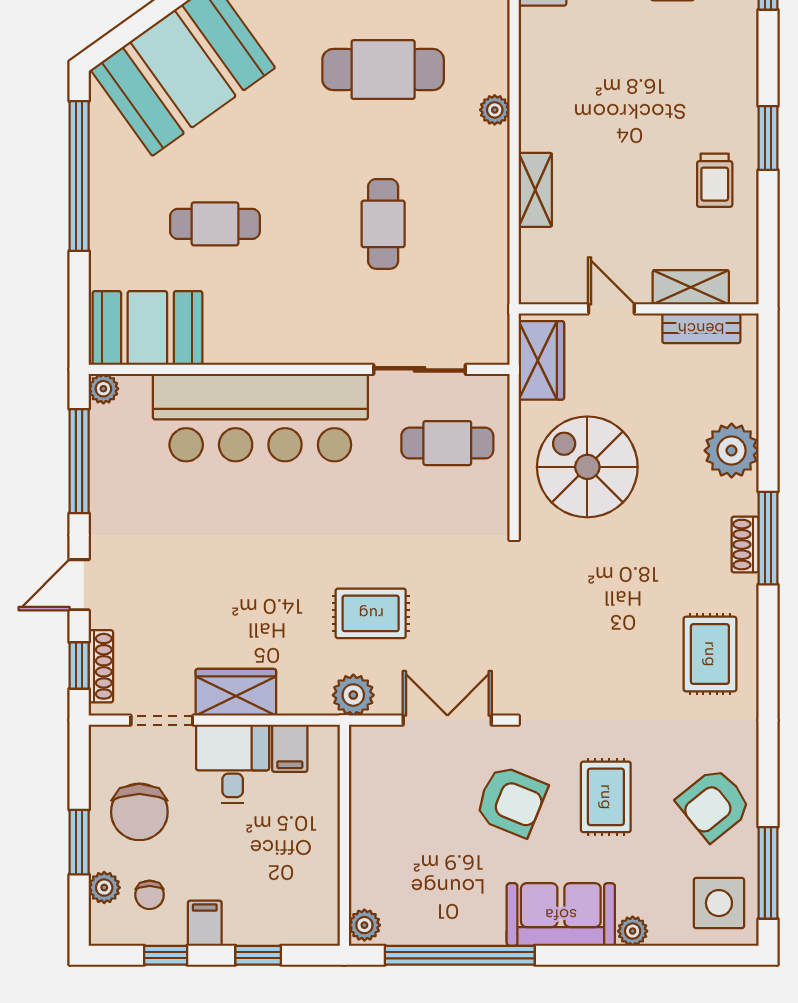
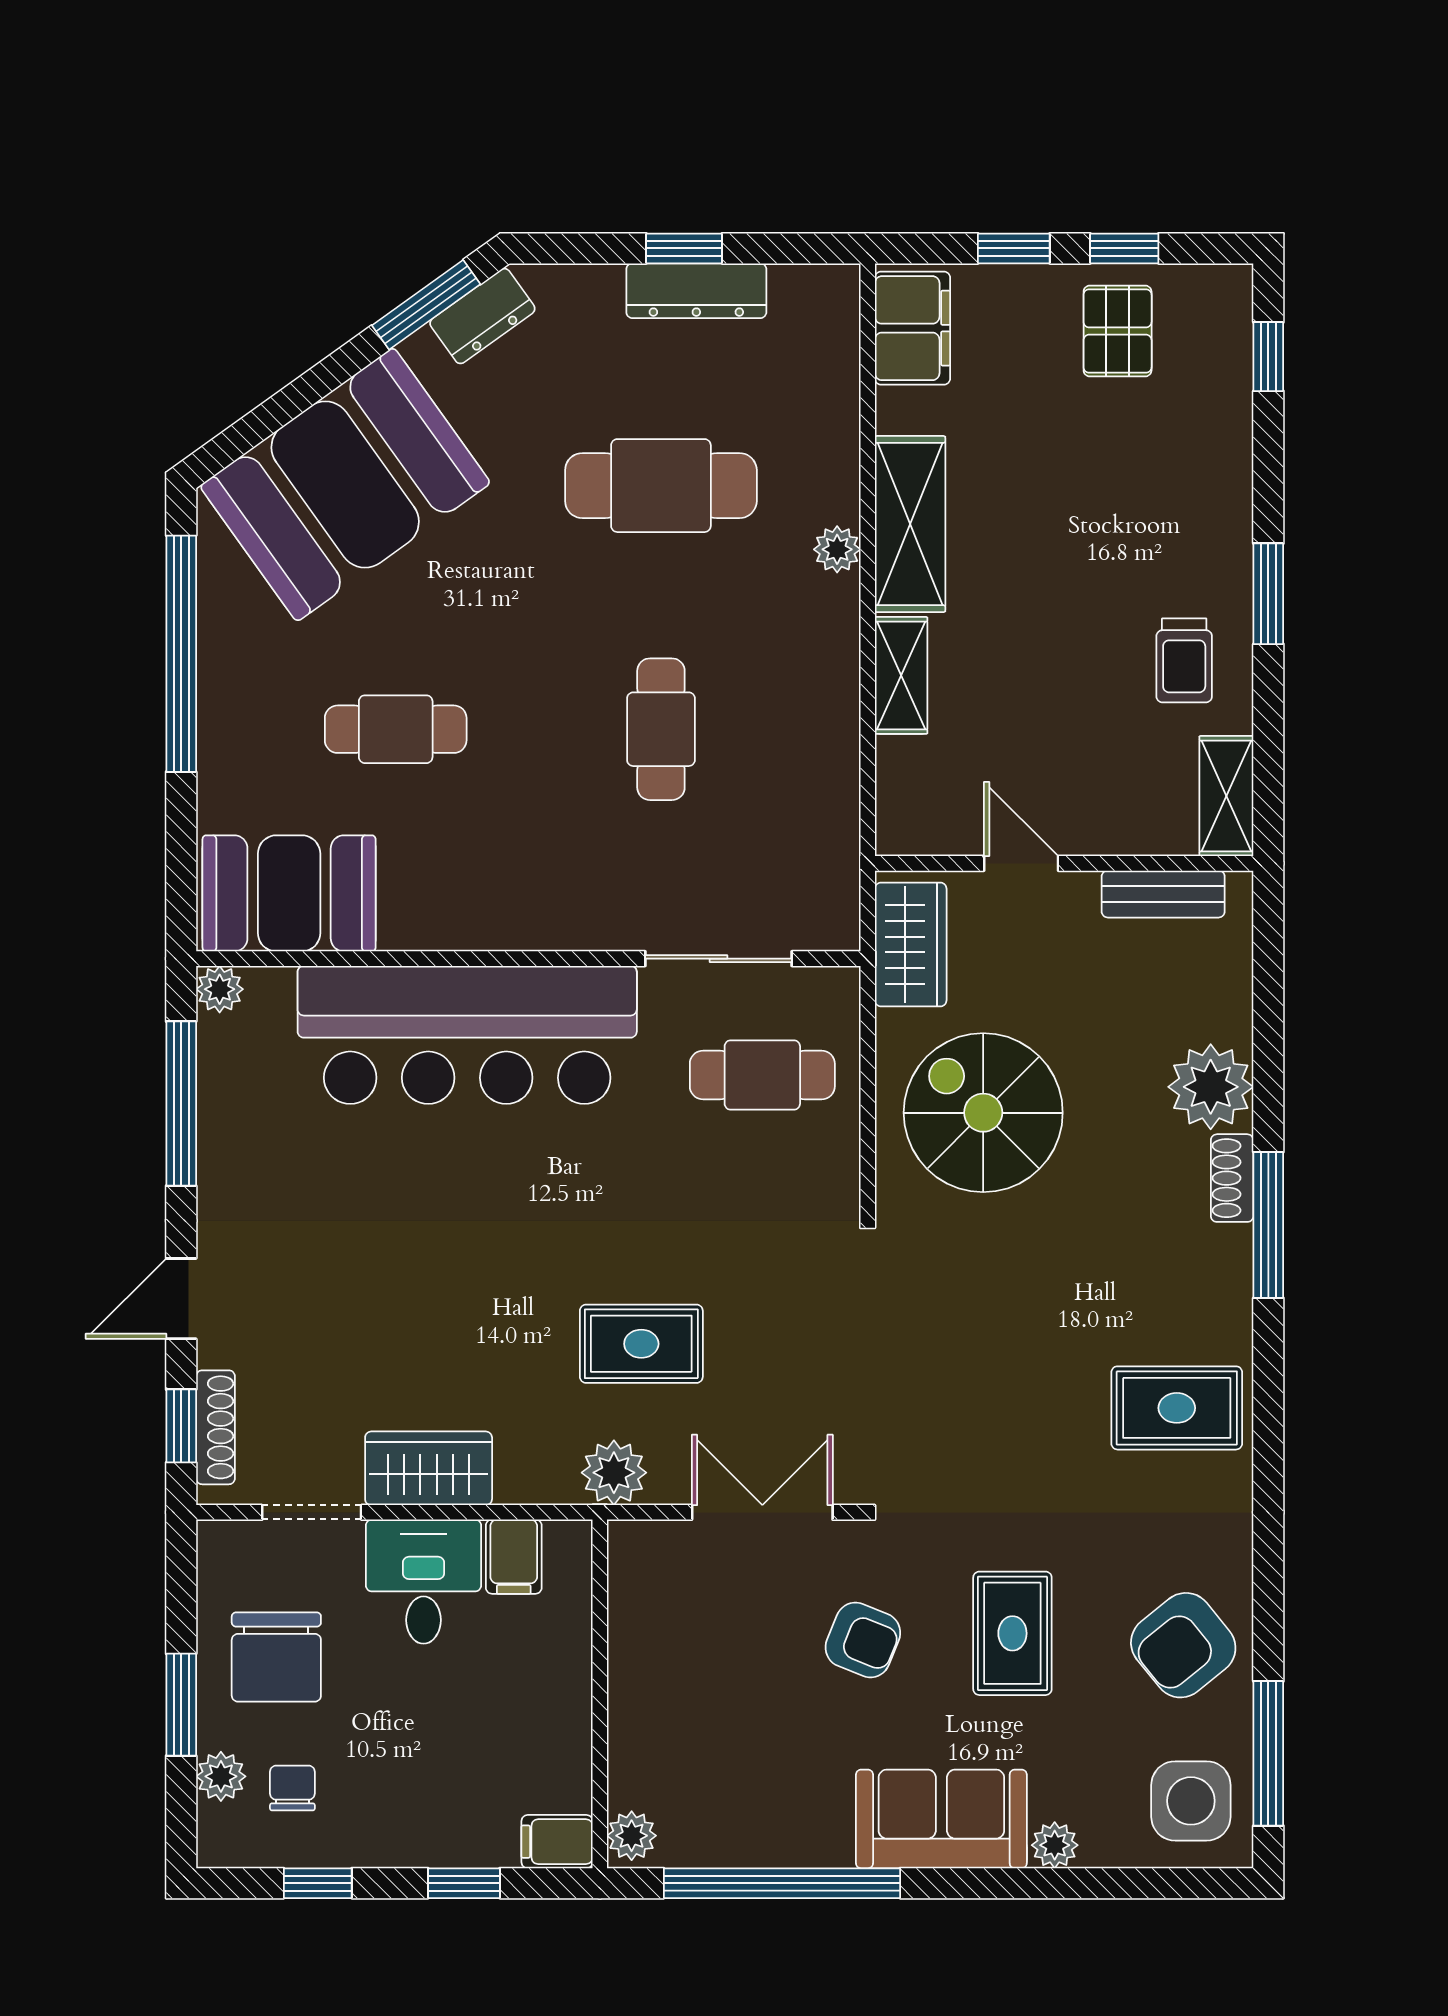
shelving: (541, 94) -> (910, 524), added
shelving: (691, 287) -> (1226, 796), moved, turned 90
shoe rack: (745, 545) -> (1232, 1178), moved
rug: (710, 654) -> (1177, 1408), turned 90
armchair: (511, 801) -> (863, 1640), width x0.72, depth x0.72
chair: (150, 895) -> (292, 1788), turned 180
filing cabinet: (205, 923) -> (557, 1842), moved, turned -90

